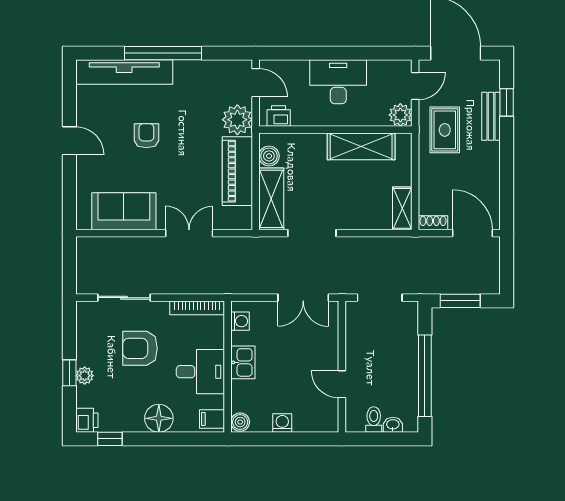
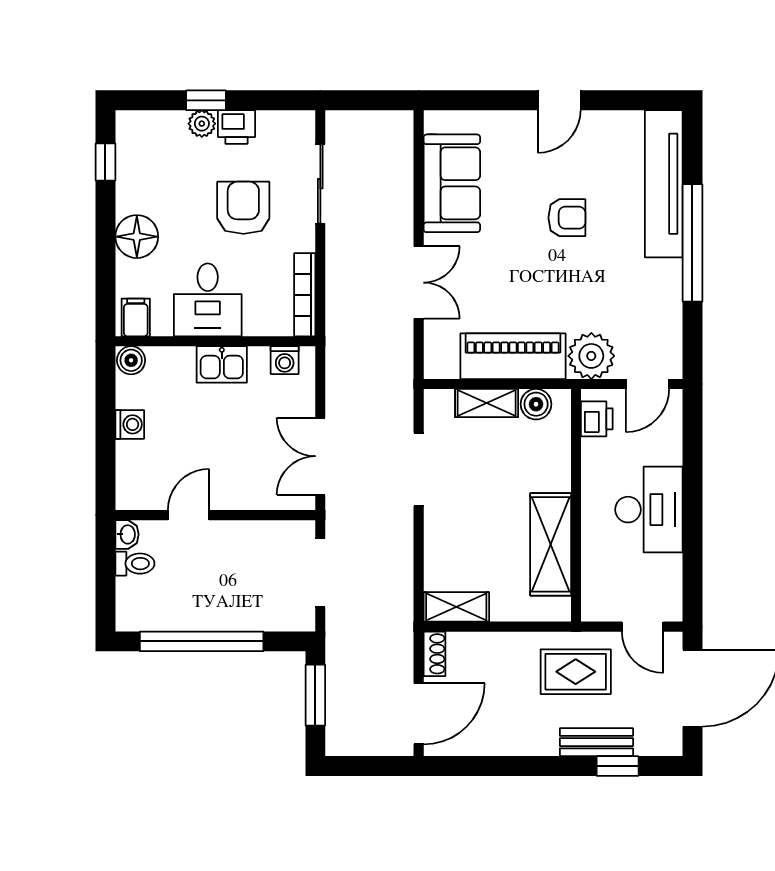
plant: (400, 115) -> (598, 604), removed
shelving: (271, 199) -> (487, 403), width x0.67, depth x0.75
printer: (87, 420) -> (236, 127), moved
washbasin: (393, 425) -> (127, 534), moved

